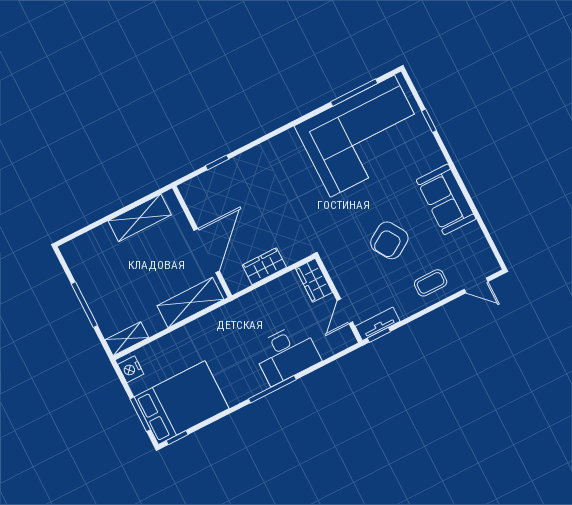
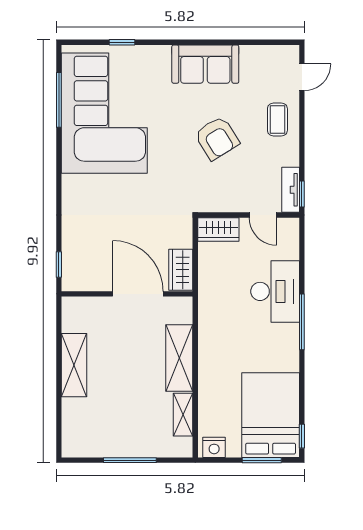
wall: (202, 242) -> (127, 294), moved
door: (207, 251) -> (138, 294), moved
shelving: (127, 339) -> (183, 415), moved

